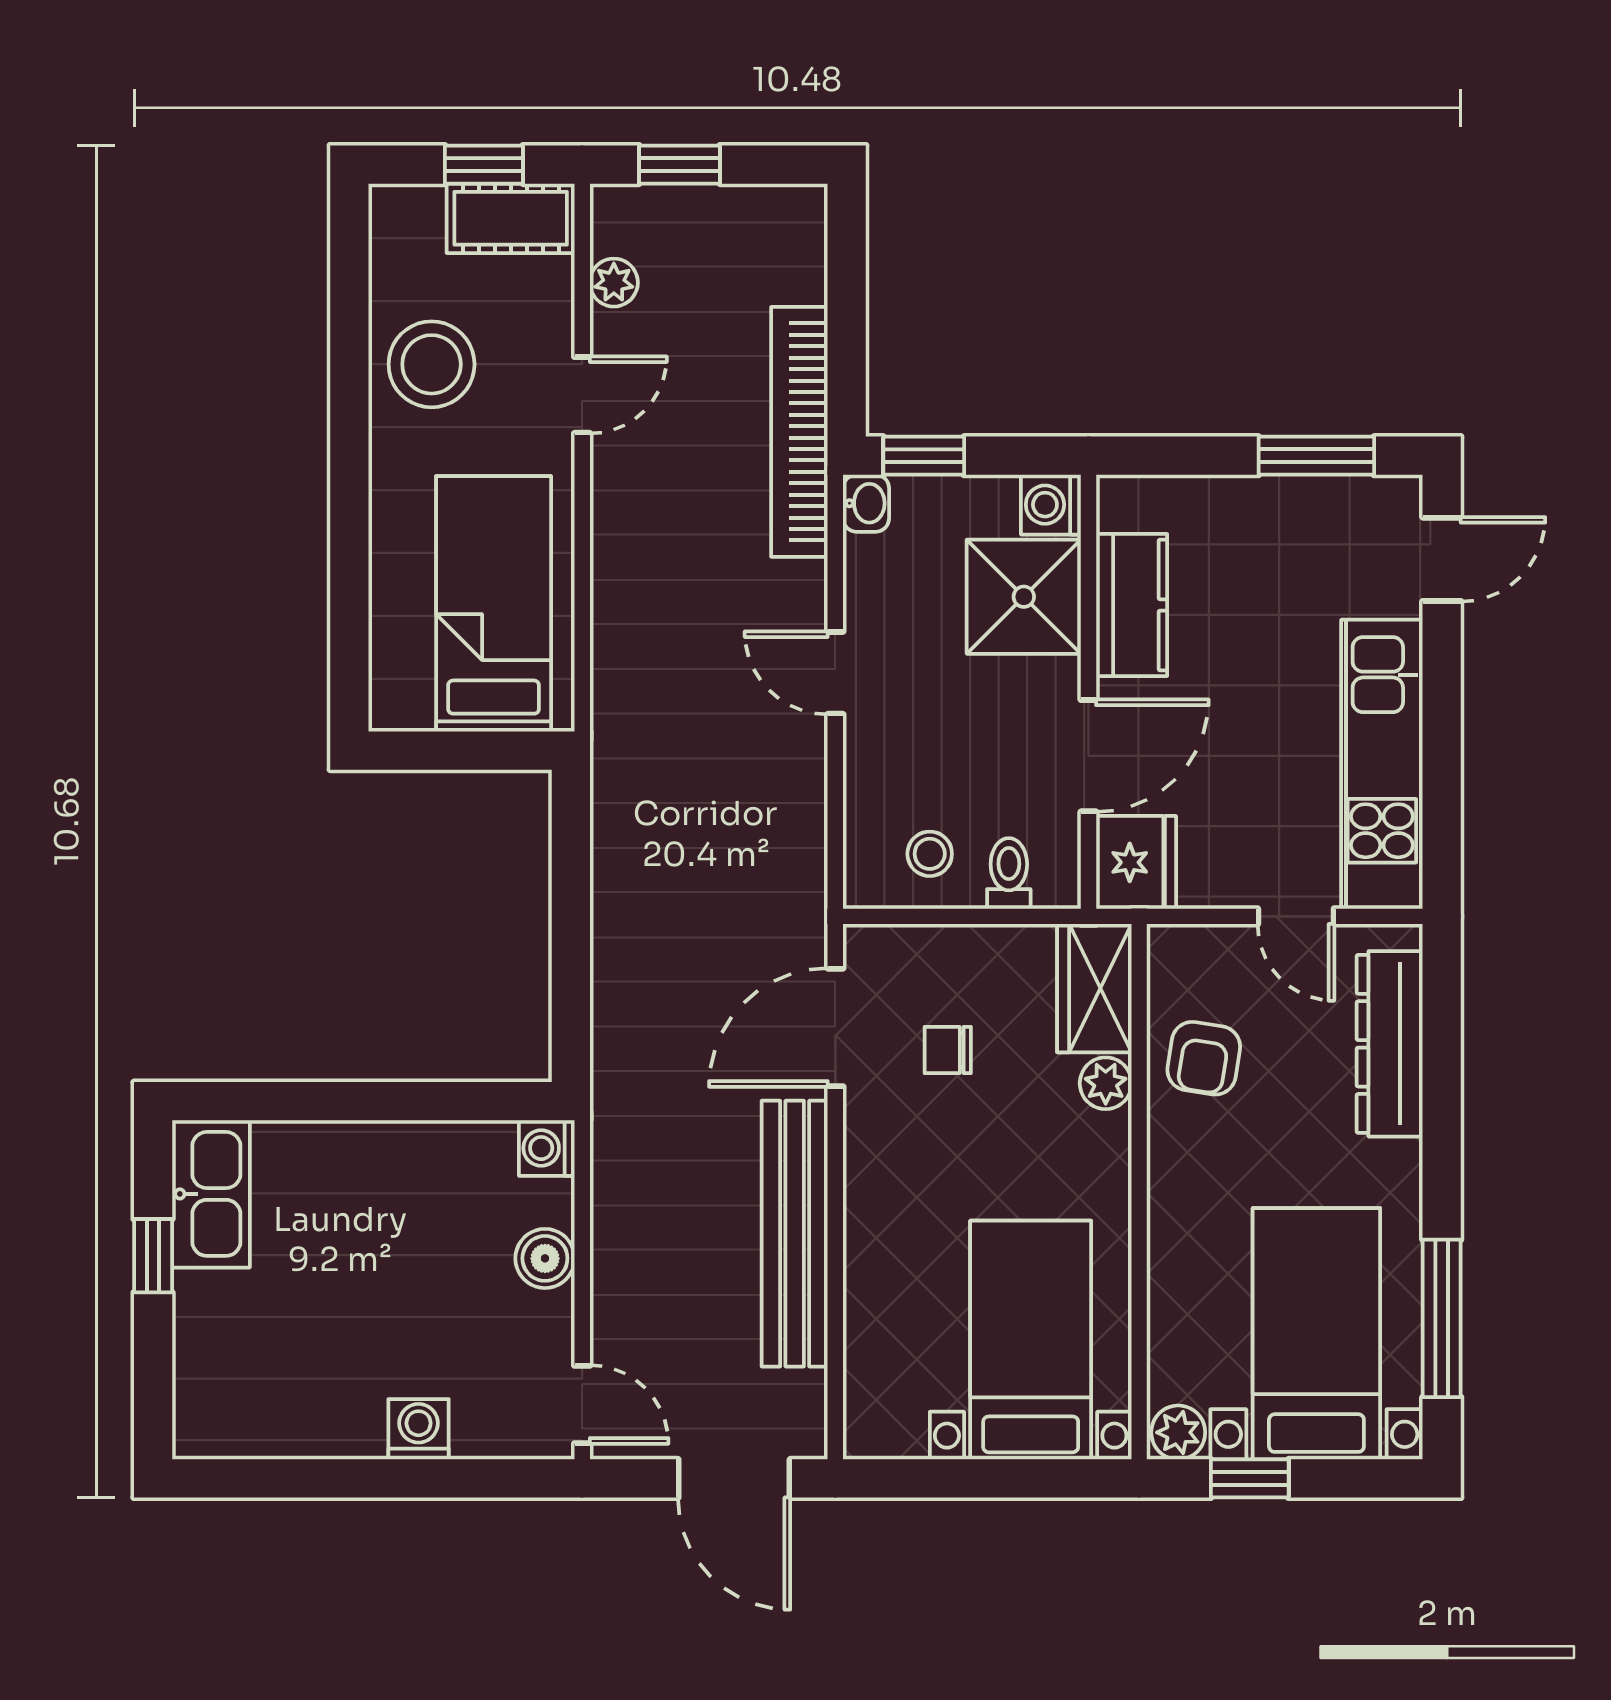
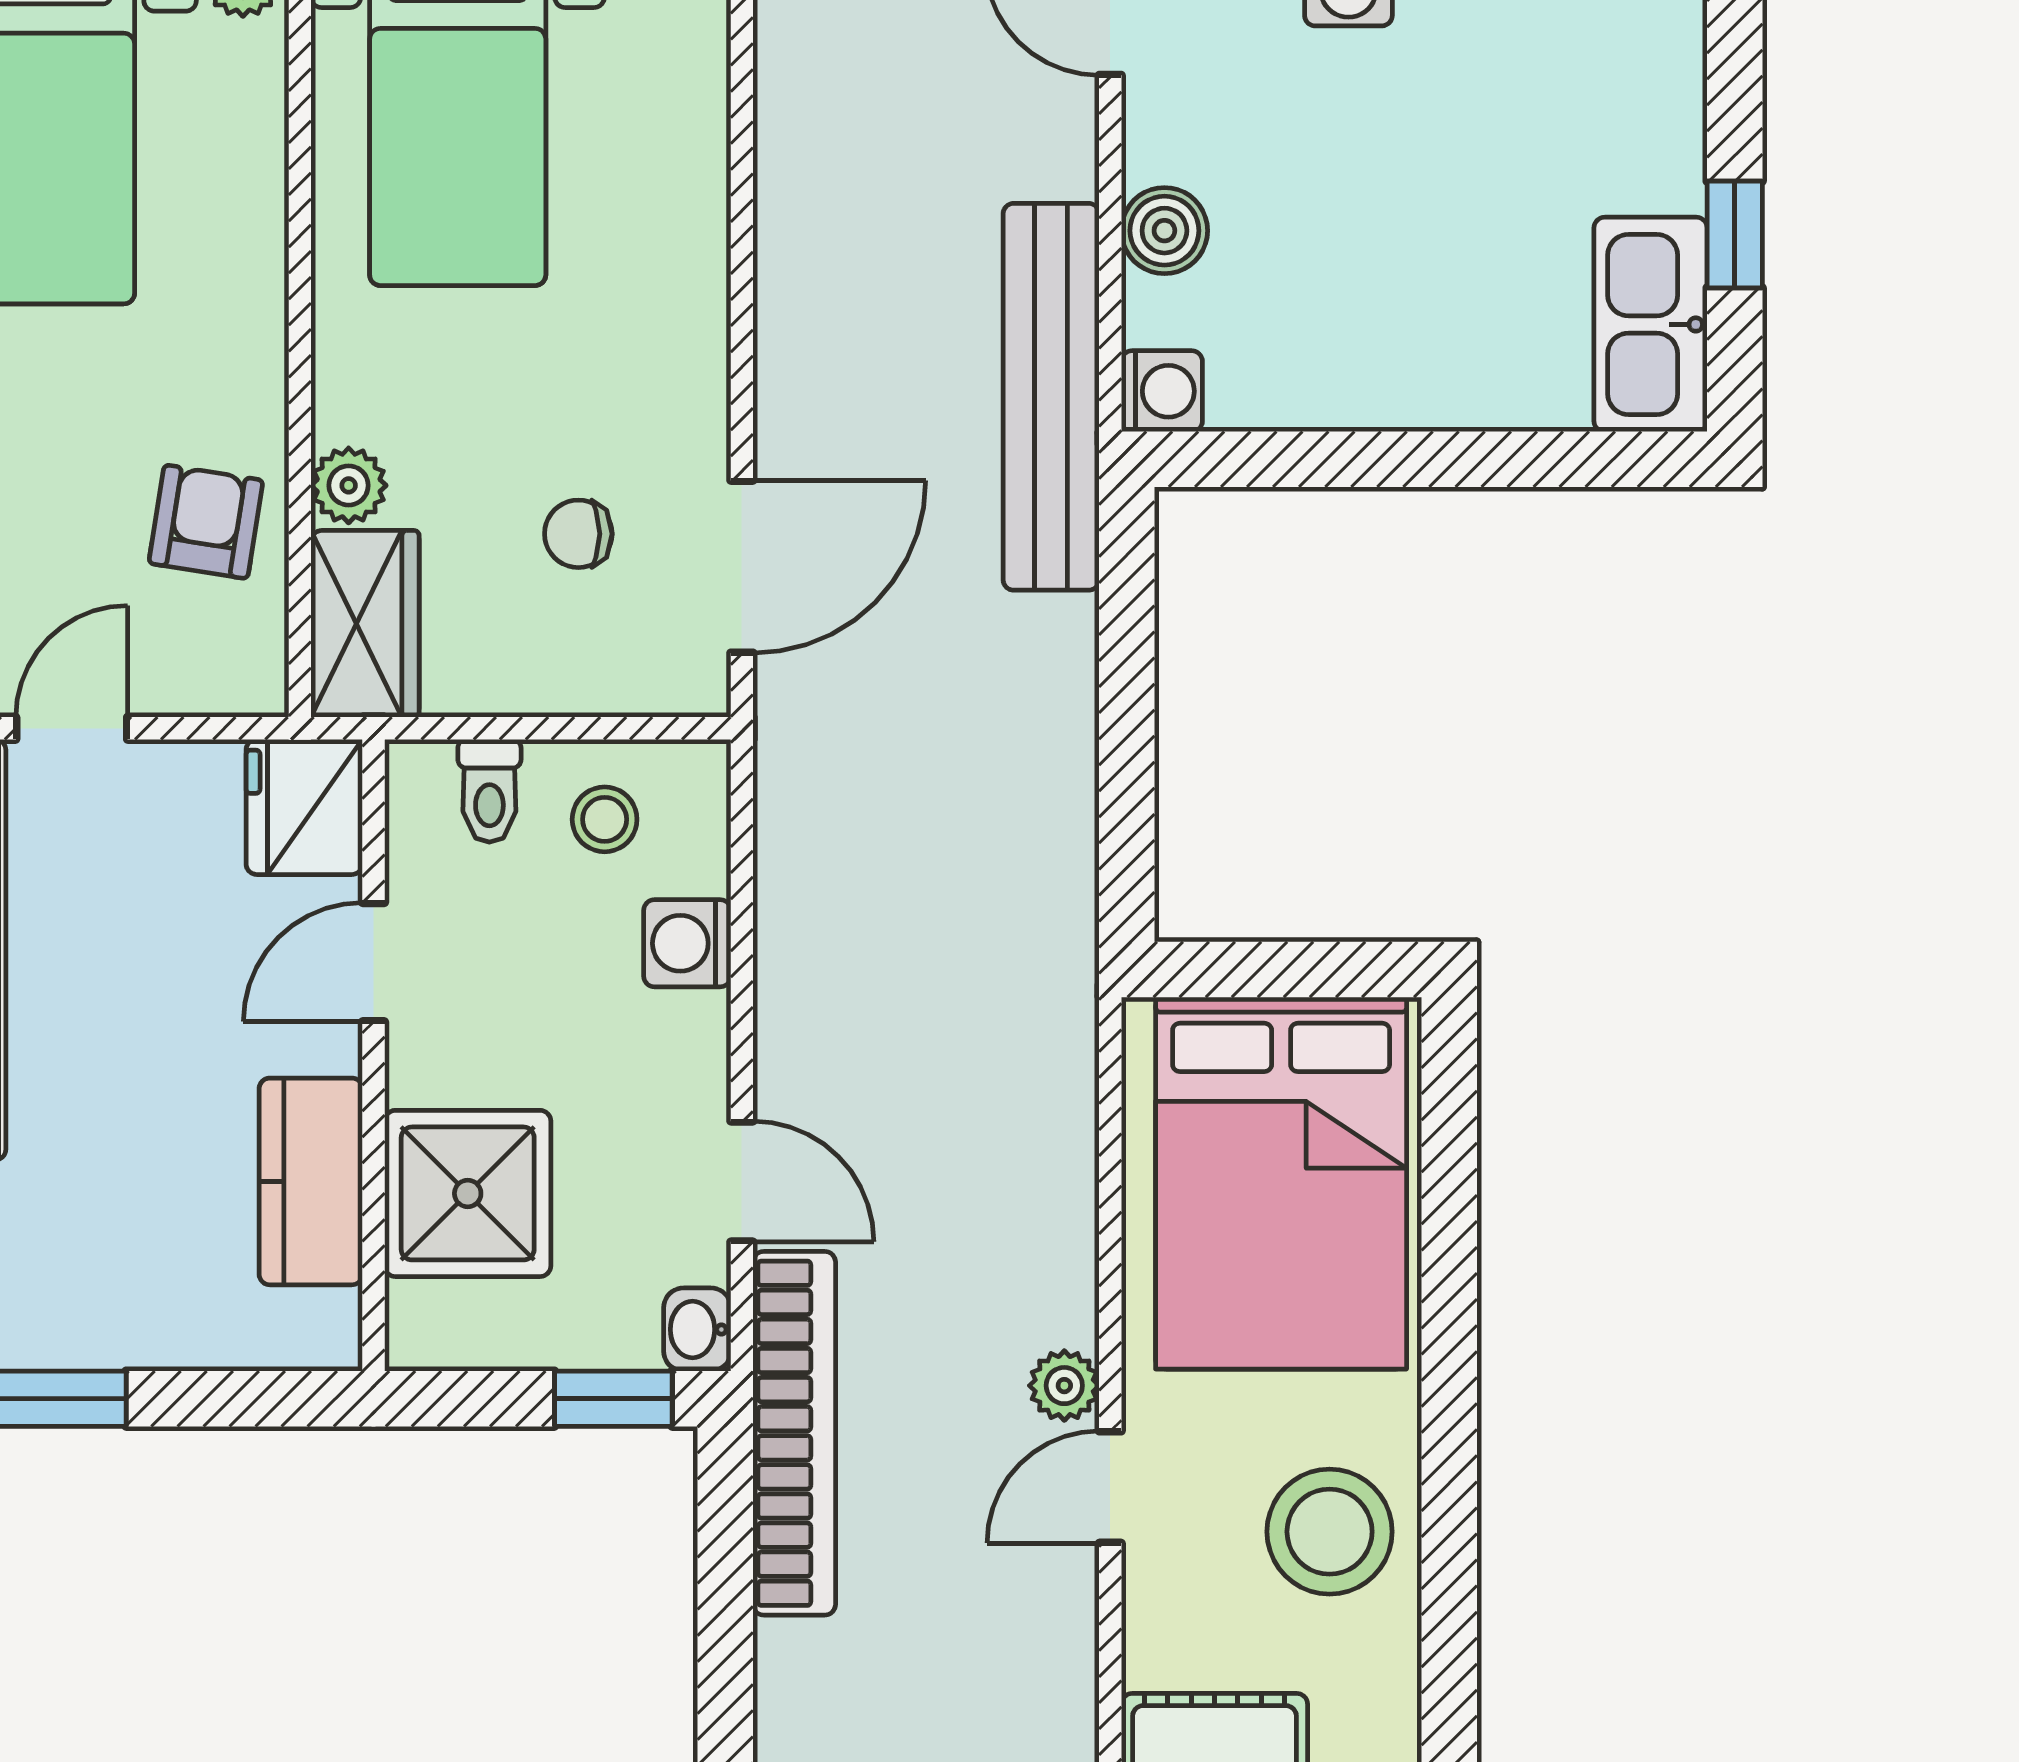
plant: (614, 283) -> (1064, 1386), moved
washing machine: (1051, 505) -> (687, 943), moved, turned 180
bed: (494, 604) -> (1281, 1183), width x1.50
door: (835, 673) -> (742, 1182), moved
door: (1088, 756) -> (374, 962), width x0.73
door: (1296, 916) -> (72, 728), hinge flipped
chair: (948, 1050) -> (578, 534), turned 180
bench: (795, 1234) -> (1051, 397), moved

